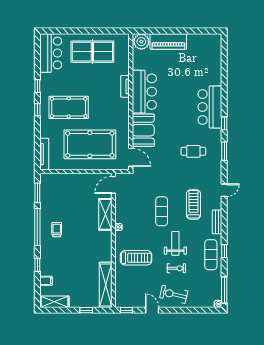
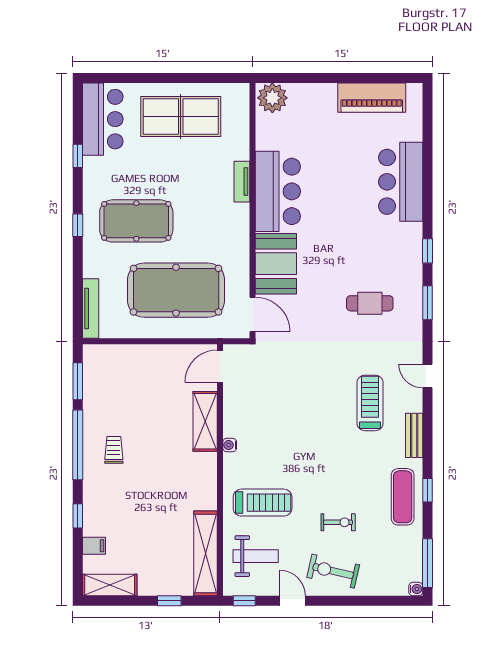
piano: (168, 41) -> (372, 98), moved
window: (37, 86) -> (78, 156), moved
bar counter: (210, 107) -> (401, 182), moved
door: (224, 190) -> (427, 376), swing flipped
exercise mat: (162, 211) -> (310, 416), removed
weight bench: (175, 243) -> (256, 556), moved, turned 90

